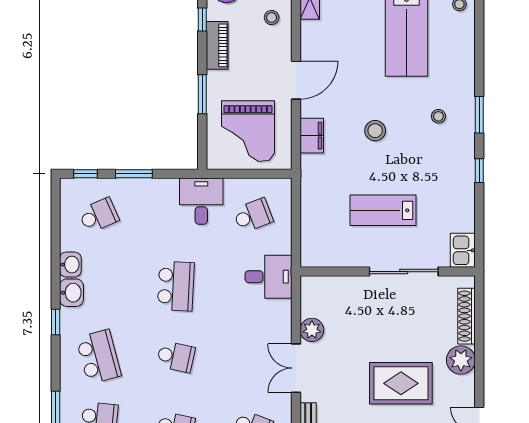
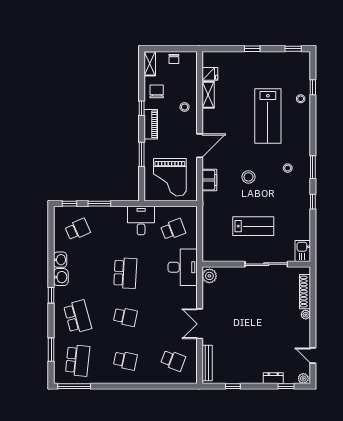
lab bench: (383, 210) -> (253, 226), turned 180
desk: (269, 277) -> (183, 267), width x1.37
plant: (312, 330) -> (209, 276), moved
plant: (461, 360) -> (306, 315), width x0.53, depth x0.53
rug: (401, 383) -> (264, 333), removed

